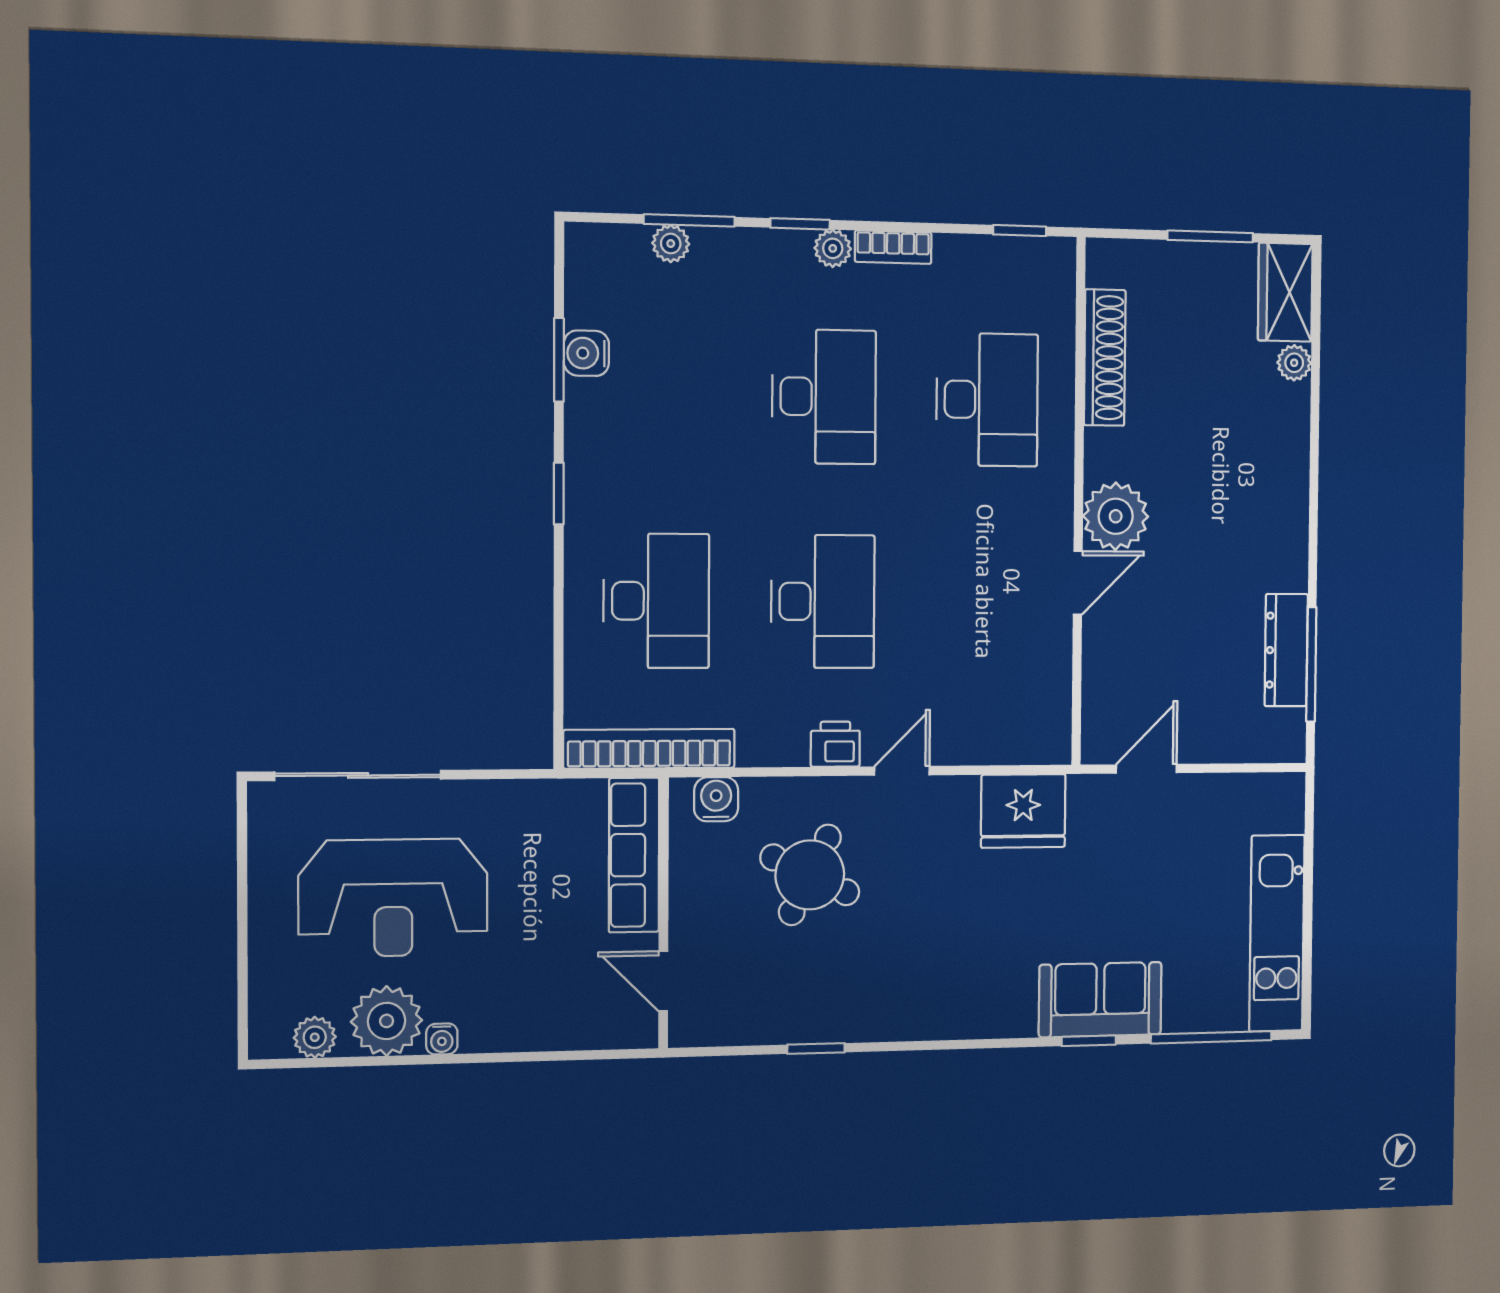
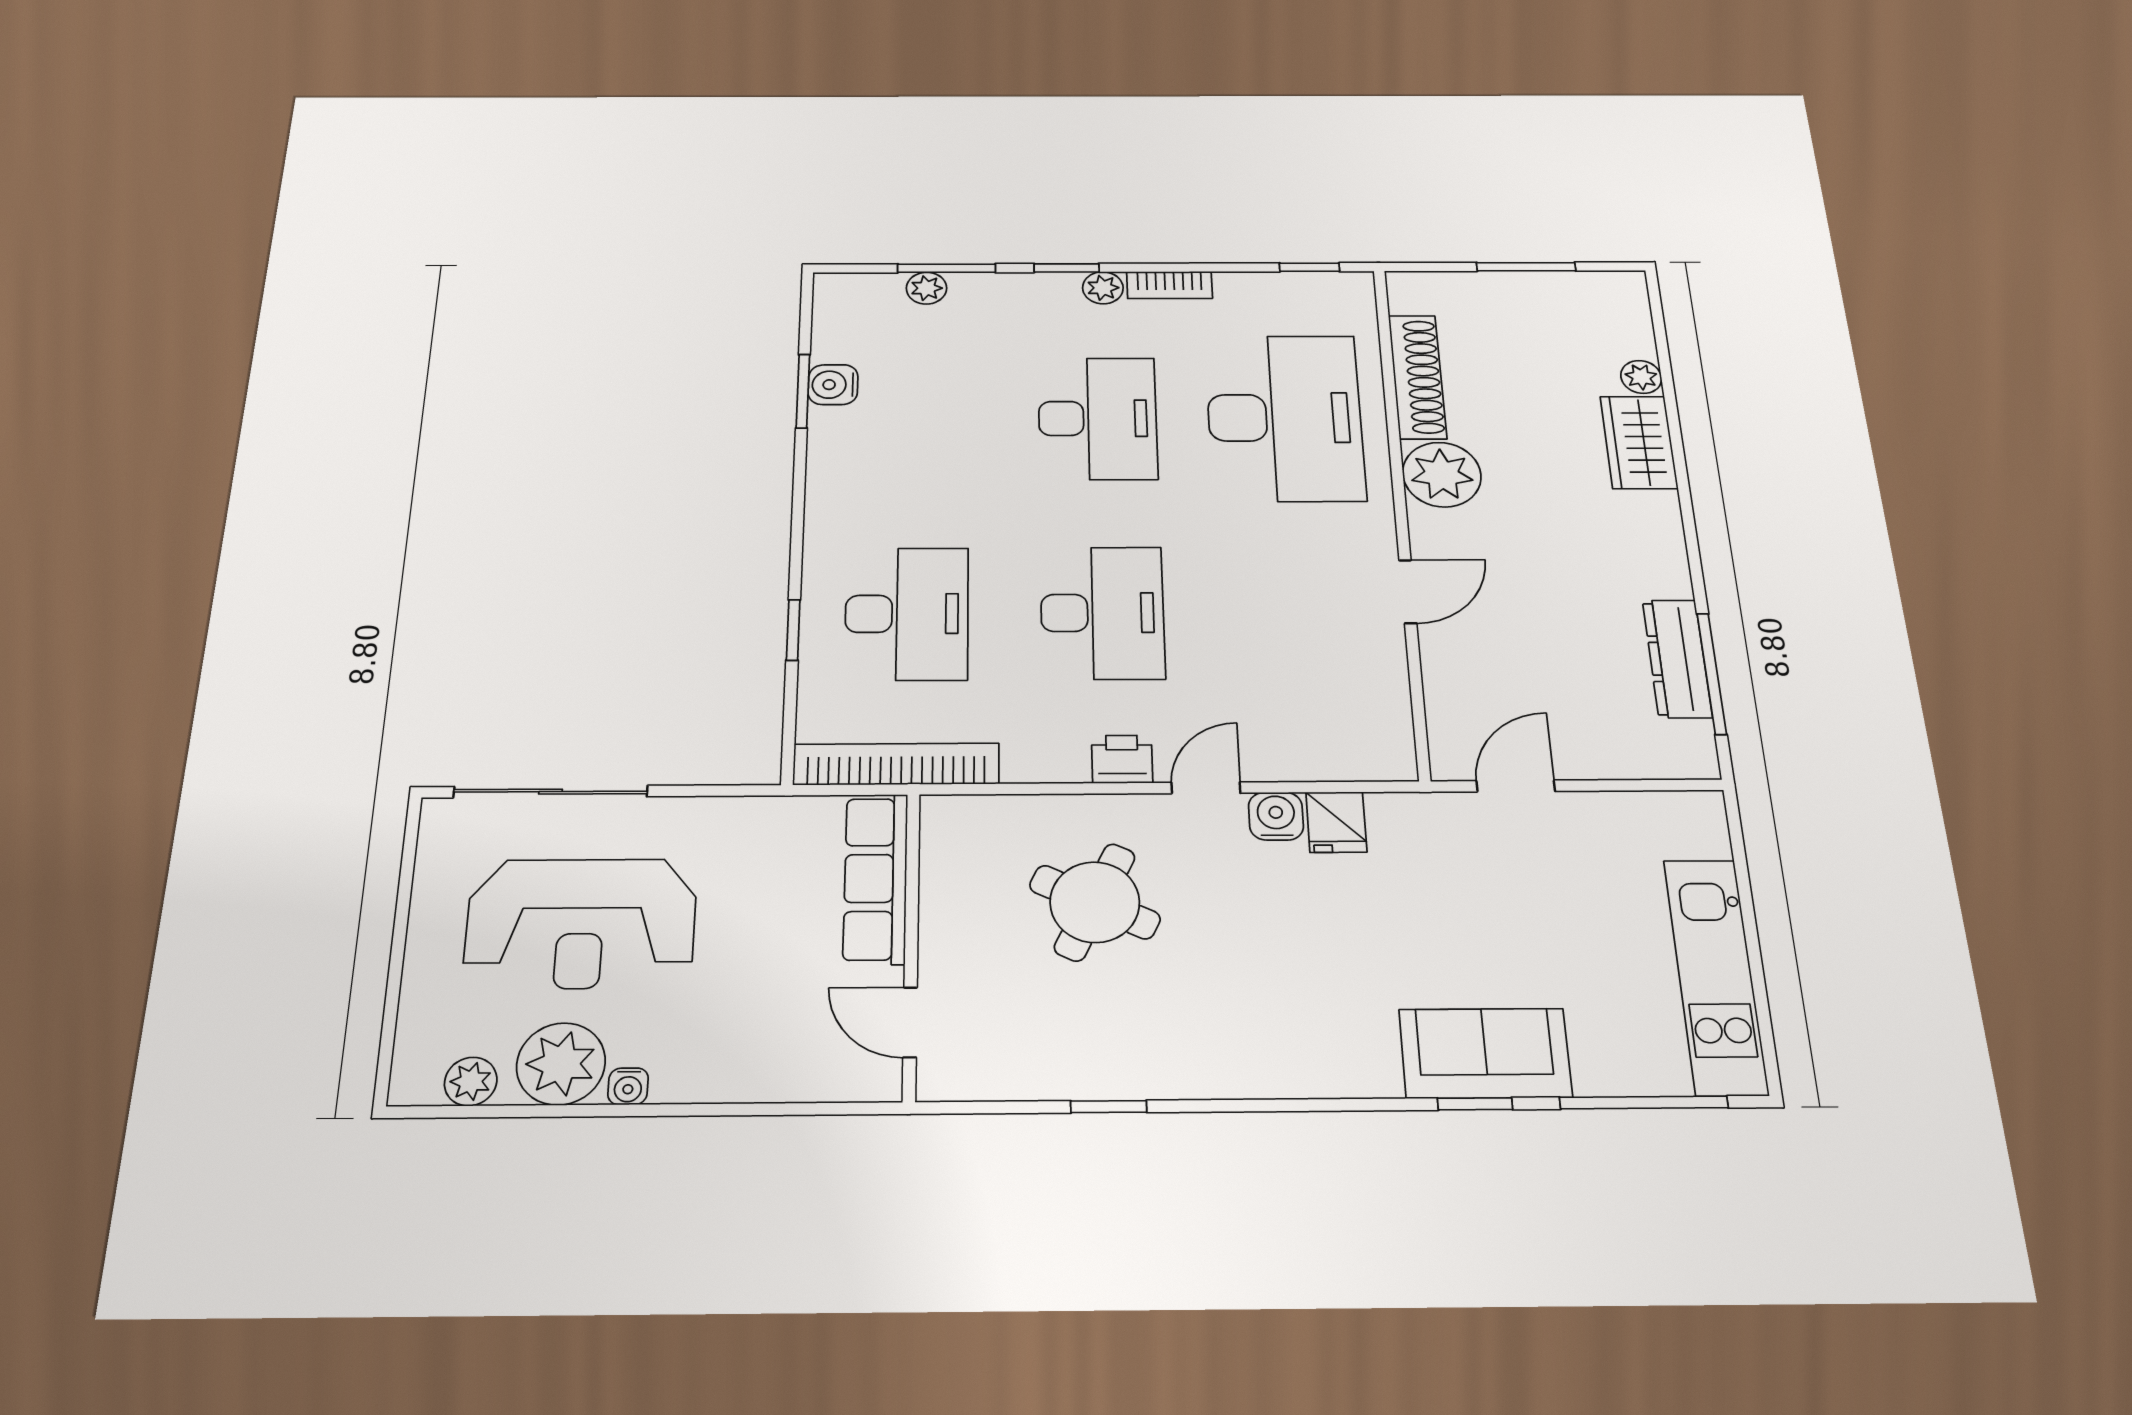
wardrobe: (1285, 292) -> (1639, 442), moved
desk: (987, 400) -> (1285, 418), width x1.36, depth x1.30
window: (559, 494) -> (793, 630), moved
plant: (1116, 516) -> (1442, 475), moved
water cooler: (716, 799) -> (1276, 816), moved
fridge: (1023, 811) -> (1336, 822), width x0.53, depth x0.75

